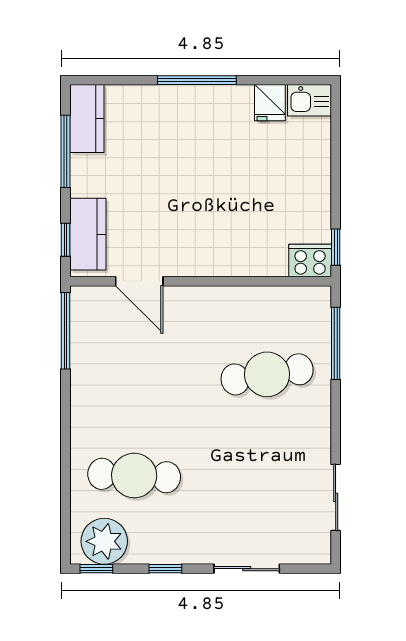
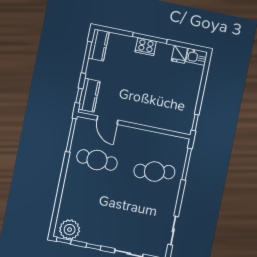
cooker: (310, 260) -> (146, 47), moved, turned 180
cafe table: (134, 476) -> (97, 160), moved

